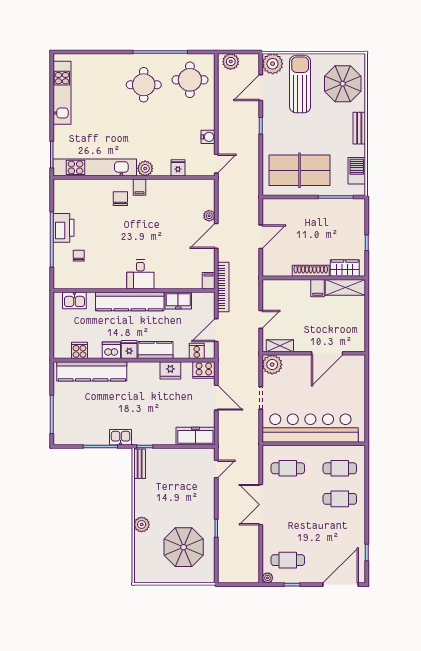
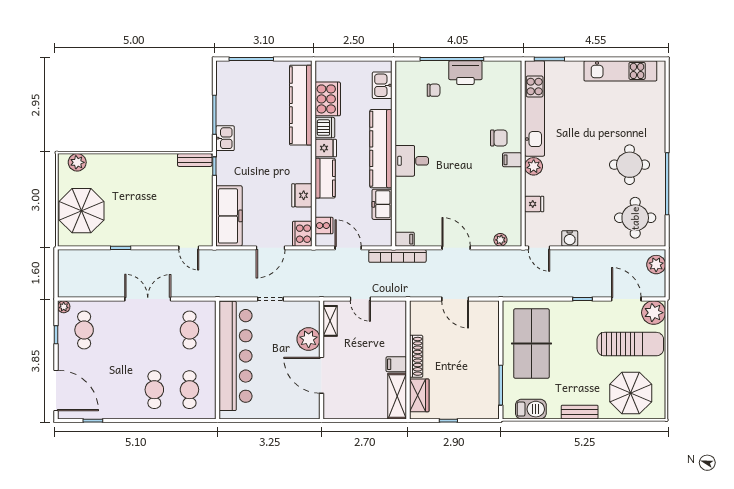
plant: (209, 216) -> (500, 240), moved
cooker: (79, 350) -> (328, 99), width x1.87, depth x1.31
plant: (272, 365) -> (309, 339), moved
freezer: (195, 436) -> (229, 216), width x1.36, depth x1.26
plant: (142, 524) -> (77, 162), moved
parasol: (184, 547) -> (82, 211), moved

